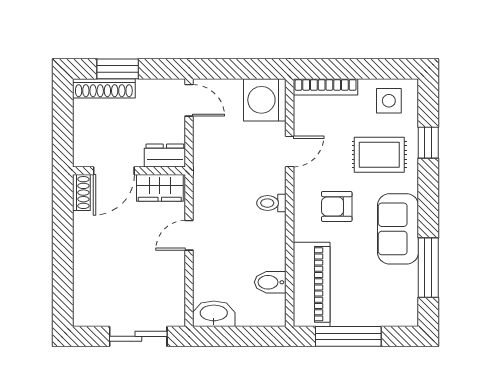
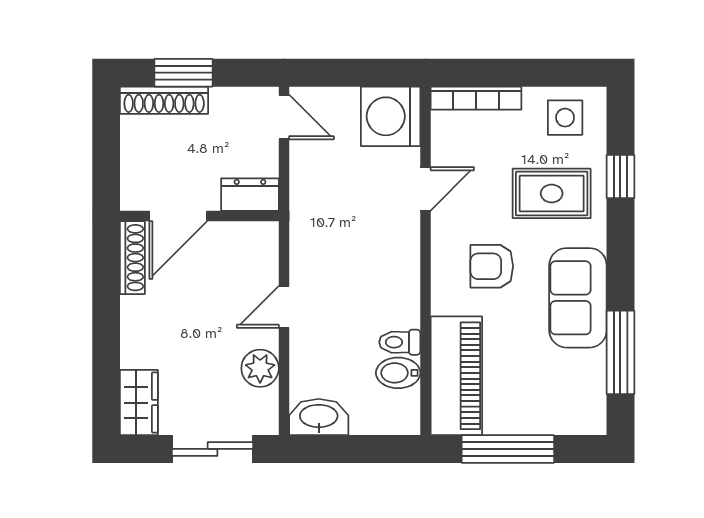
wardrobe: (160, 188) -> (139, 403), moved, turned -90
shoe rack: (81, 193) -> (132, 258), width x1.43
toilet: (271, 203) -> (400, 342), moved
plant: (172, 279) -> (260, 368), added

